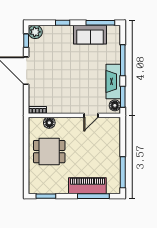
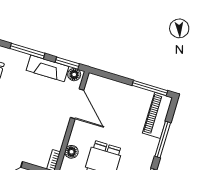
door: (91, 115) -> (77, 104), width x1.88
piano: (87, 186) -> (158, 115), moved
window: (93, 196) -> (163, 140), moved

